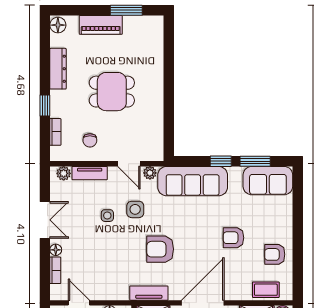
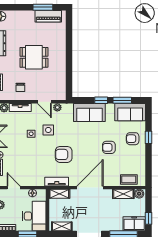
piano: (101, 25) -> (48, 16), moved
sofa: (193, 181) -> (89, 112), width x0.73
window: (298, 221) -> (148, 137), added
armchair: (275, 254) -> (133, 139), moved

